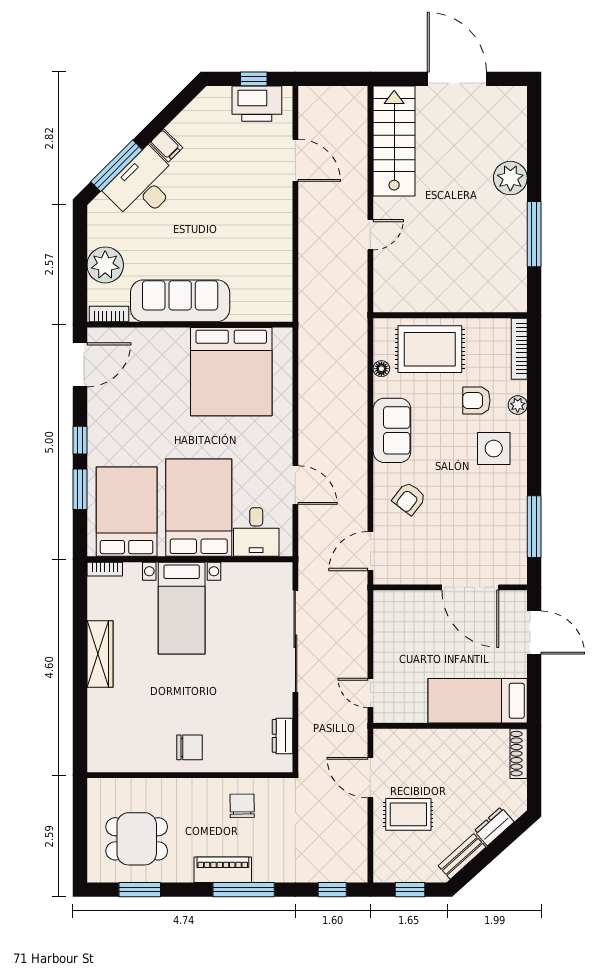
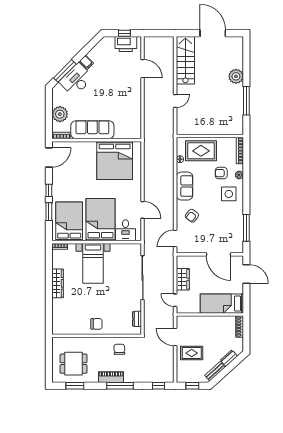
wardrobe: (388, 645) -> (183, 279), added

